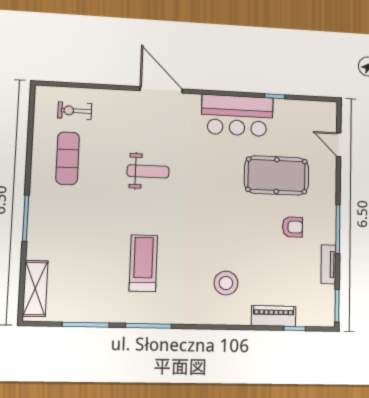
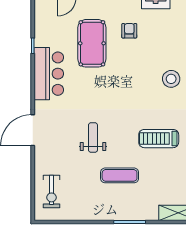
exercise bike: (75, 111) -> (52, 192), width x1.38, depth x1.39
exercise mat: (68, 158) -> (120, 175), moved

